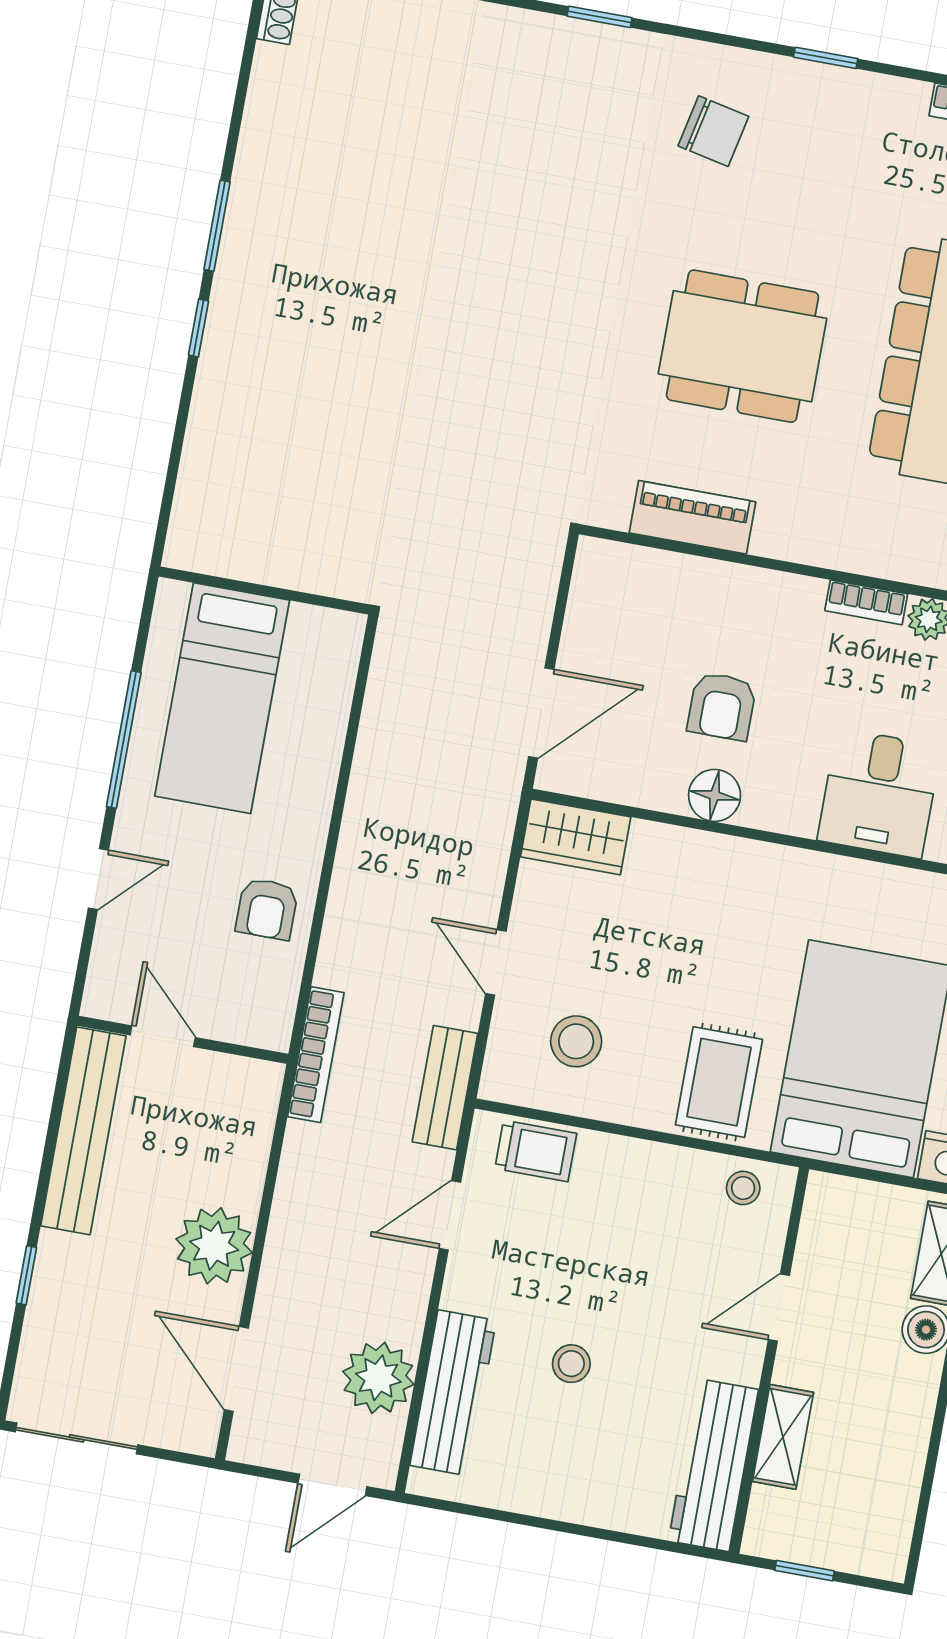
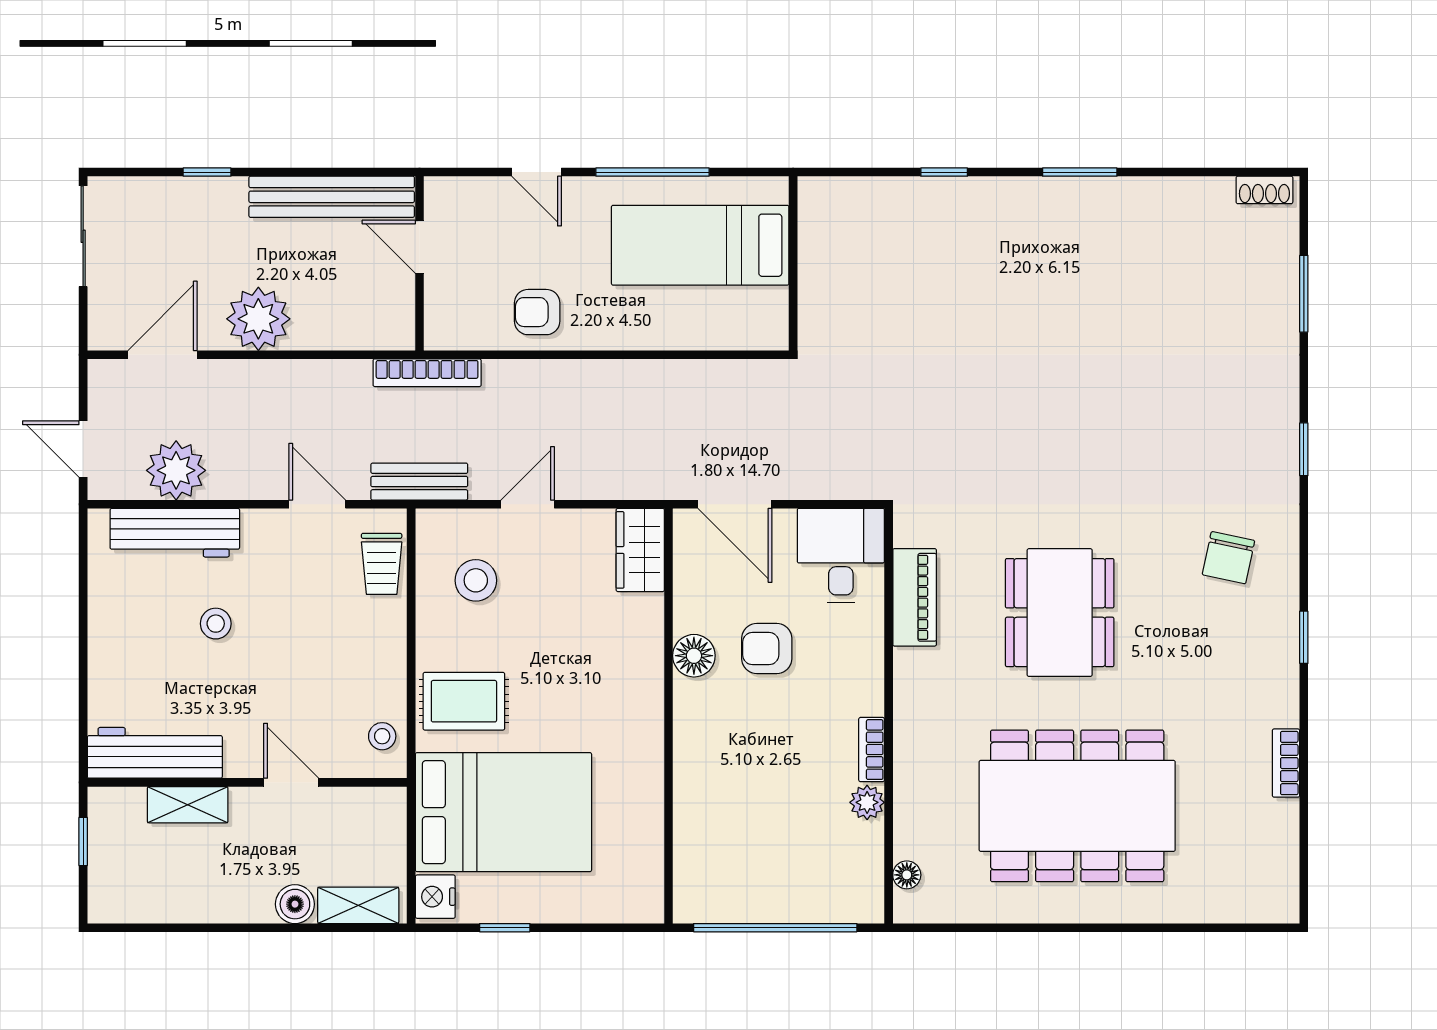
window: (199, 328) -> (944, 172), moved
desk: (879, 793) -> (841, 555), moved, turned 90
door: (163, 1036) -> (419, 247), swing flipped

